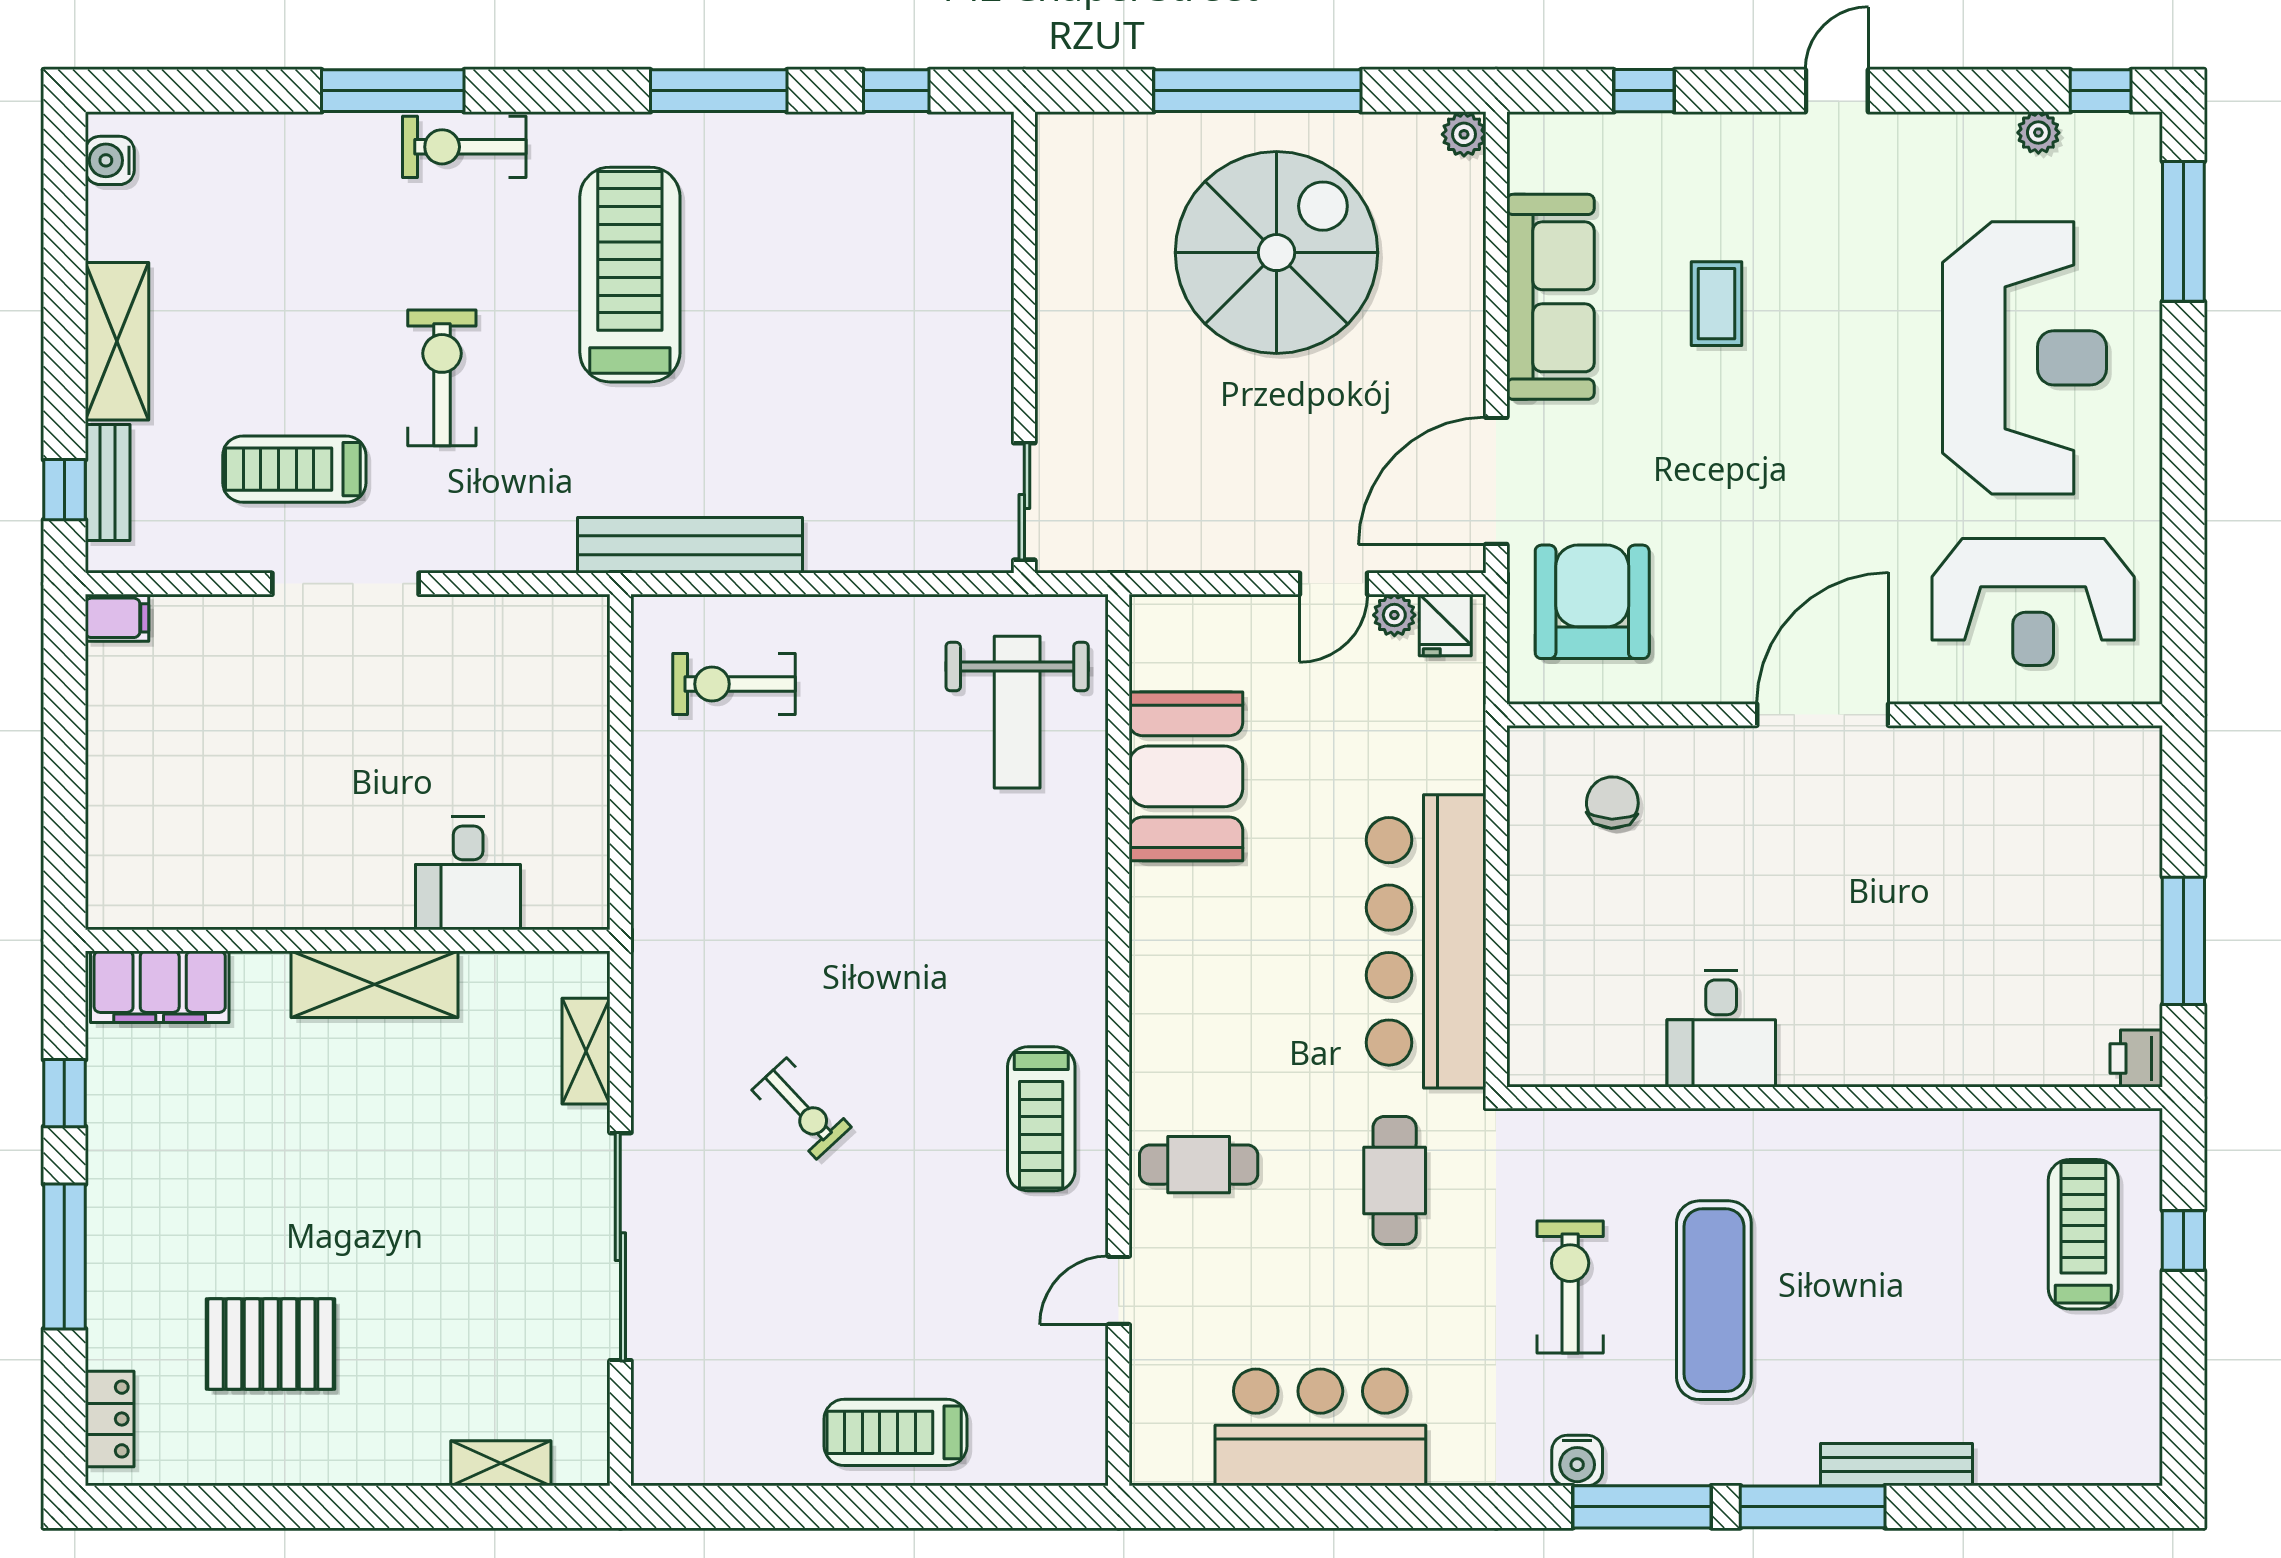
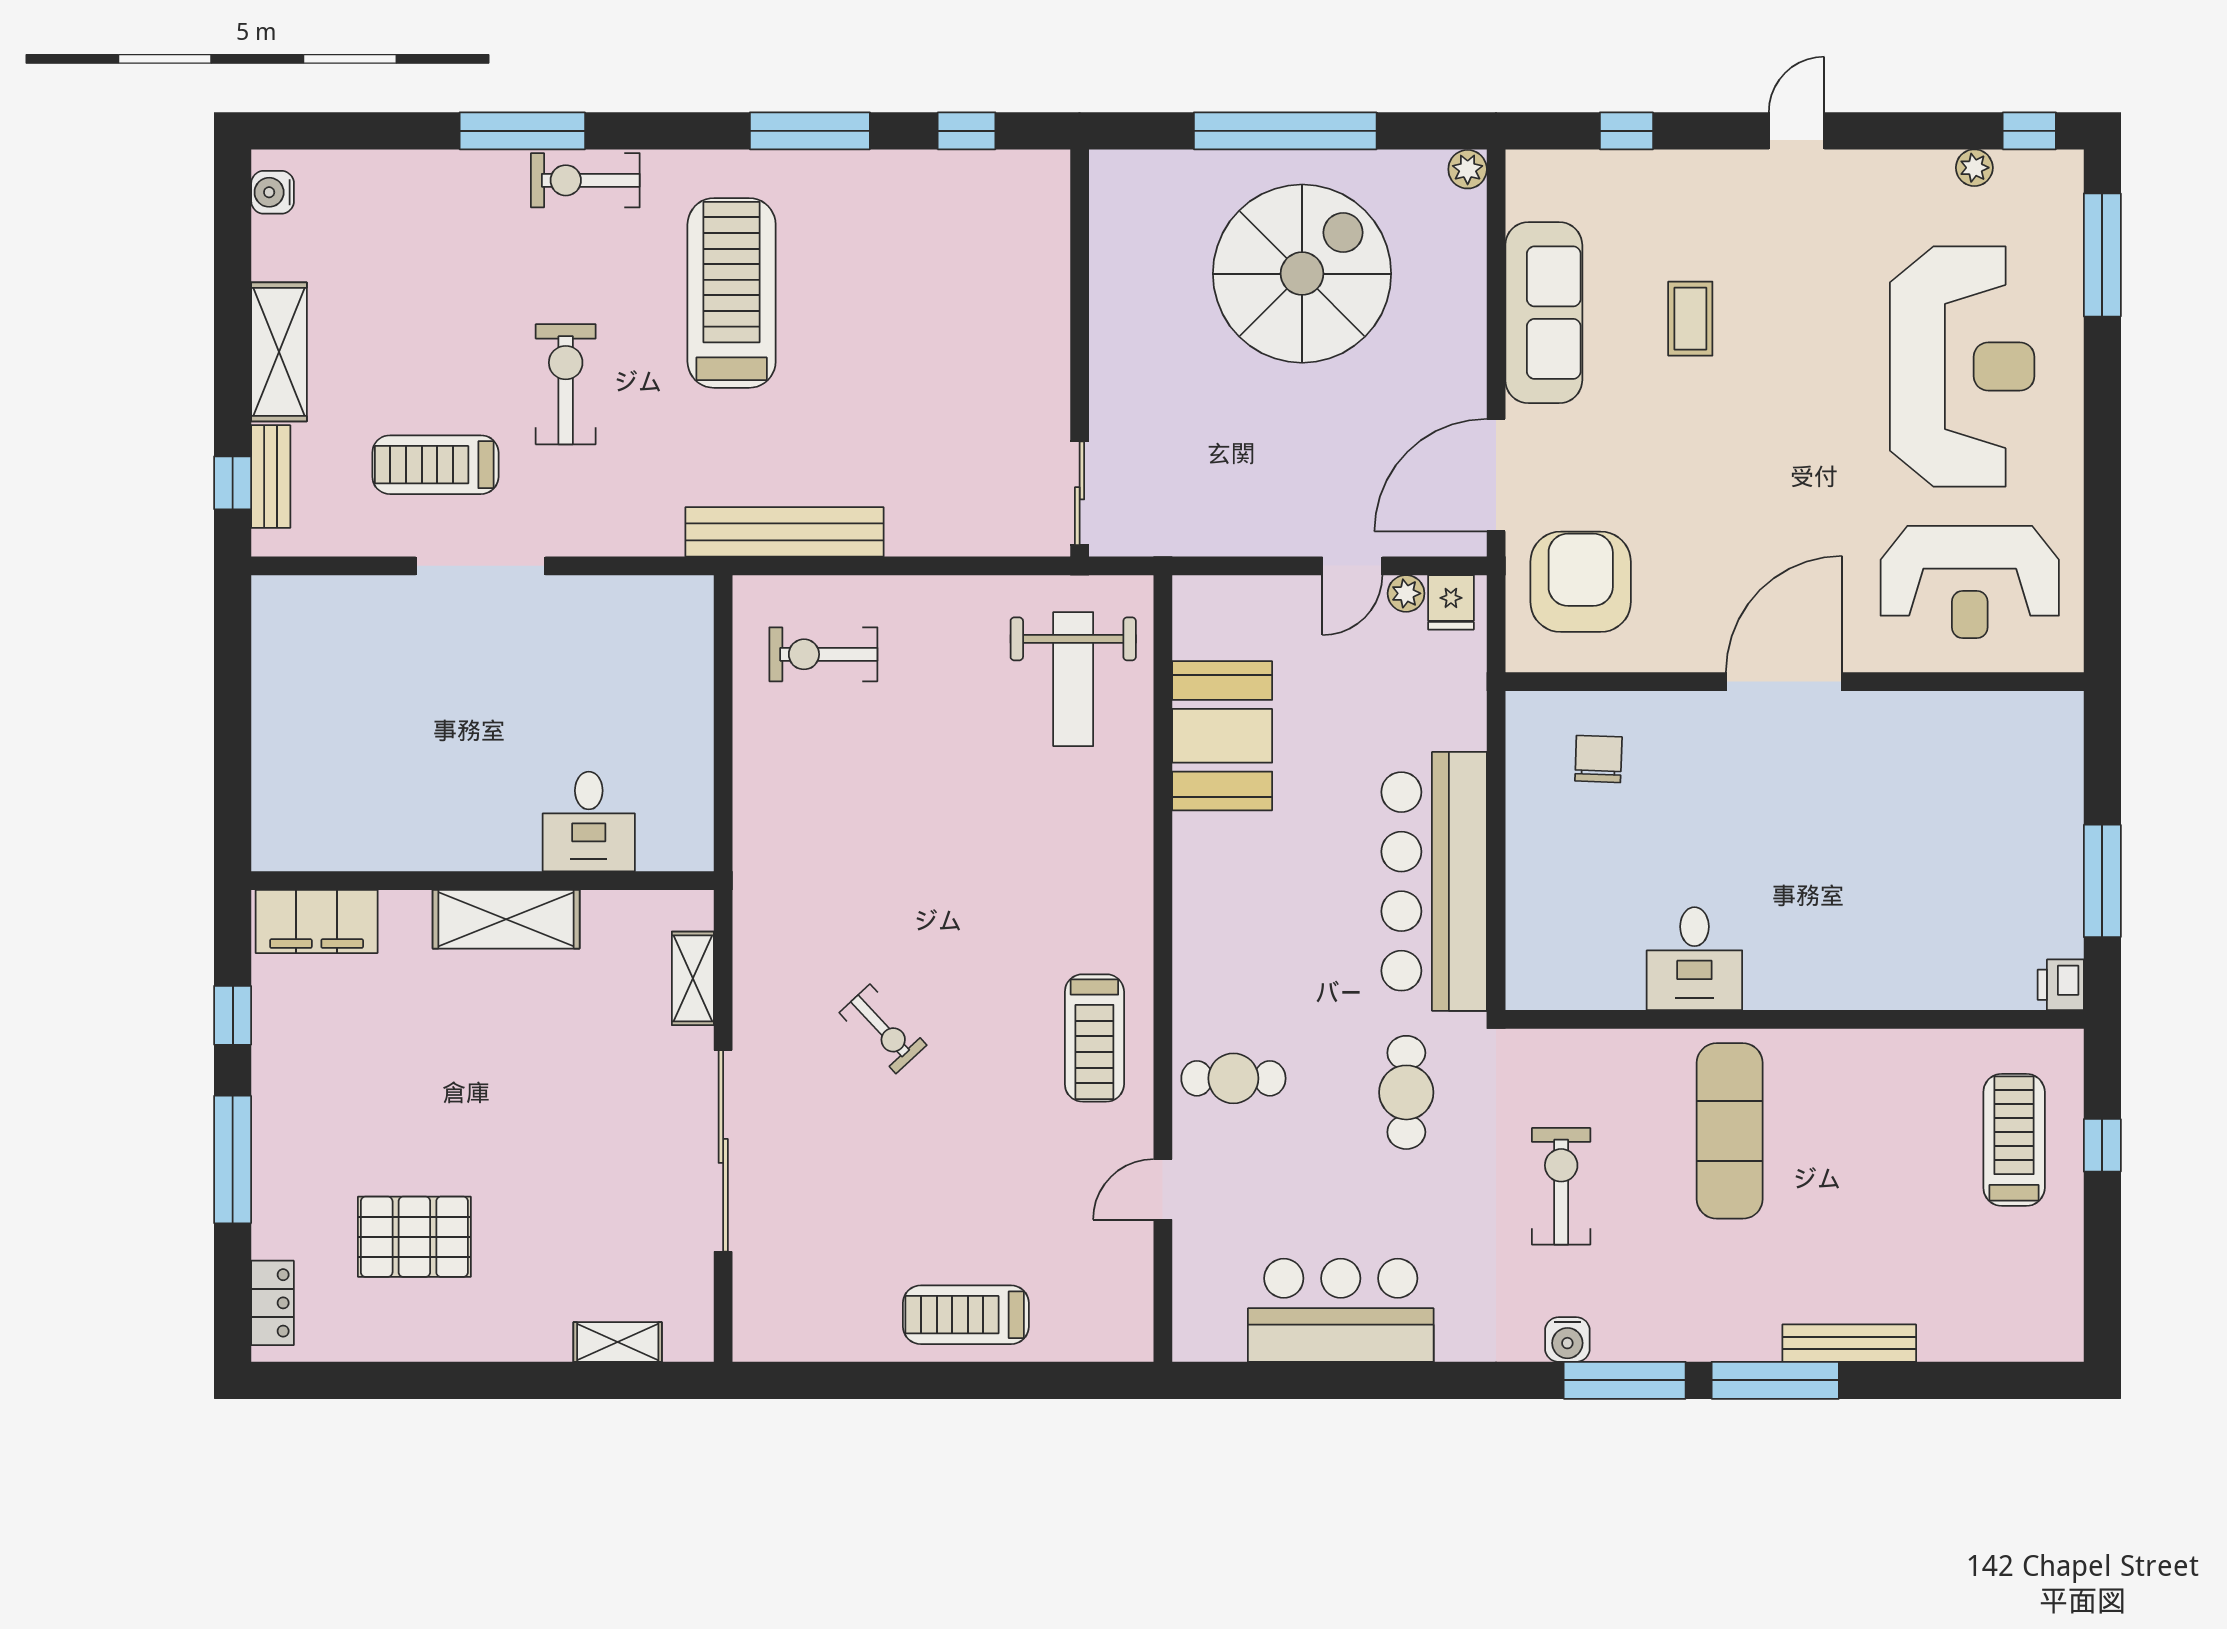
filing cabinet: (117, 618) -> (279, 596), removed
exercise mat: (1714, 1300) -> (1730, 1131), moved

